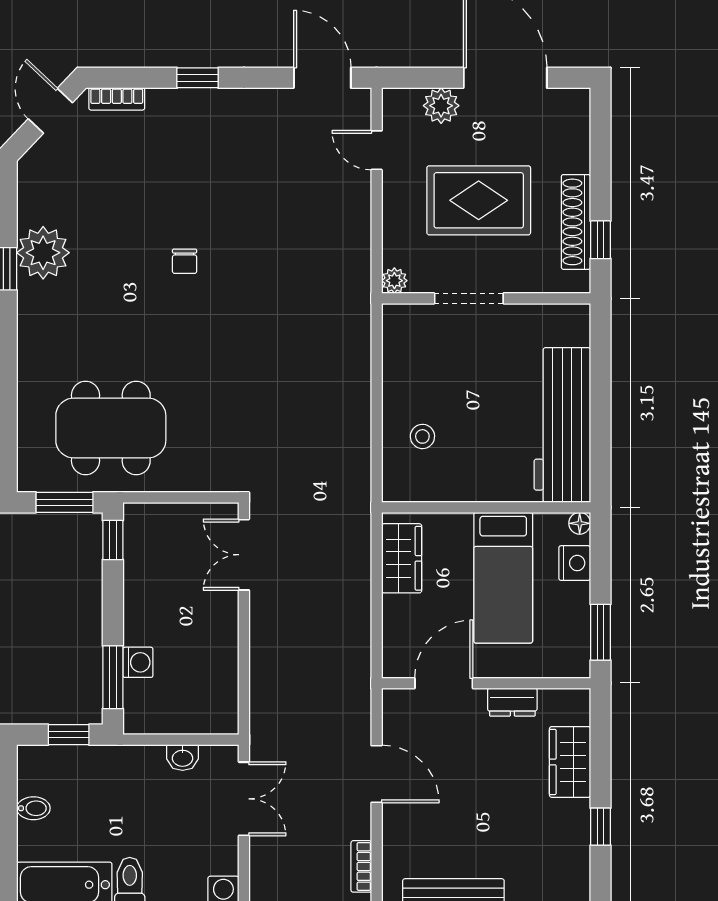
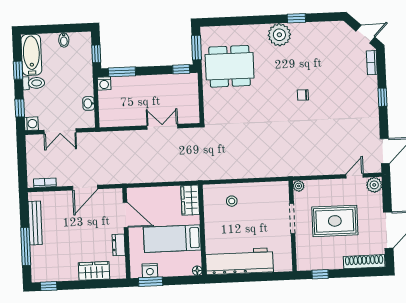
plant: (441, 106) -> (374, 185), moved
rug: (479, 200) -> (335, 221), turned 90
shoe rack: (576, 222) -> (364, 262), moved
plant: (43, 253) -> (279, 35), moved
dining table: (111, 428) -> (230, 66), turned 90
double door: (244, 555) -> (162, 127), moved
wardrobe: (402, 558) -> (190, 200), moved, turned 90
nightstand: (575, 563) -> (150, 271), moved
washing machine: (138, 662) -> (104, 83), moved
double door: (244, 799) -> (60, 131), moved
window: (600, 827) -> (49, 286), moved

